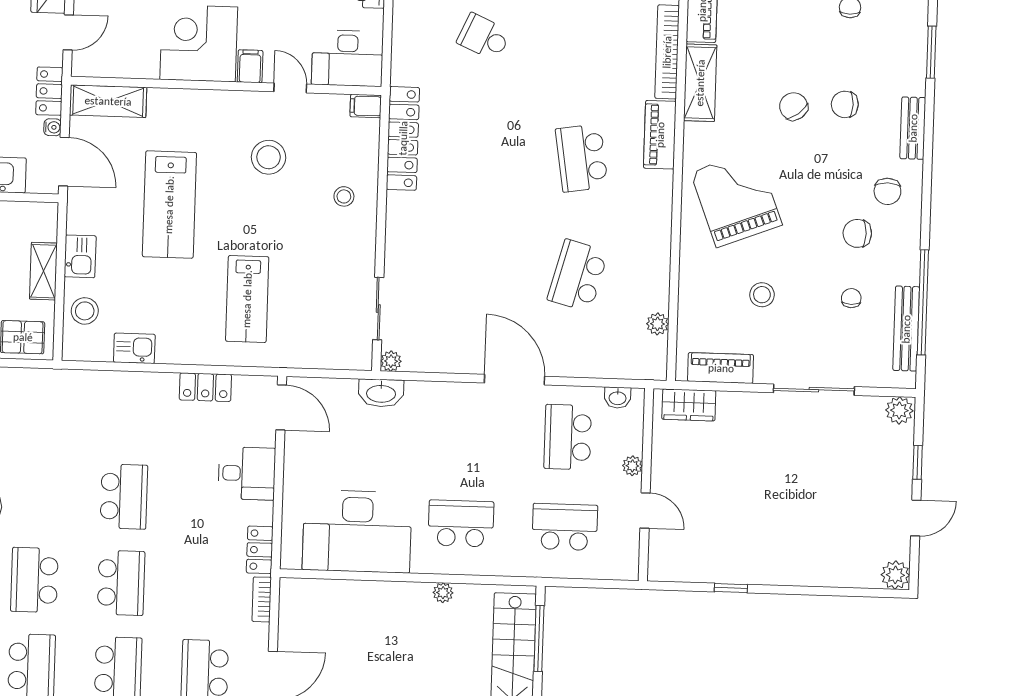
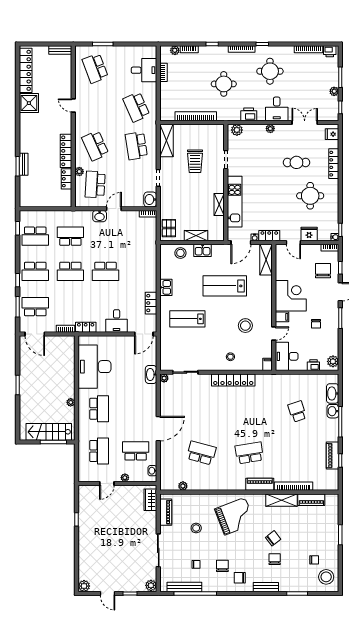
school desk: (484, 37) -> (297, 411), turned -42
locker: (403, 138) -> (233, 380), moved
kitchen sink: (134, 348) -> (166, 287), moved

